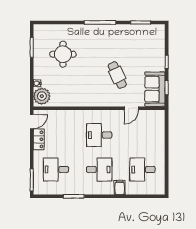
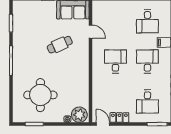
round table: (63, 54) -> (40, 95), width x1.36, depth x1.36
desk: (99, 135) -> (115, 61), turned 180

